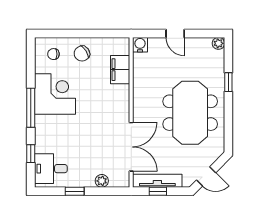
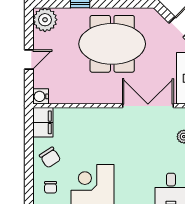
plant: (218, 43) -> (45, 20), width x1.87, depth x1.87
filing cabinet: (120, 70) -> (43, 122), moved, turned -90

